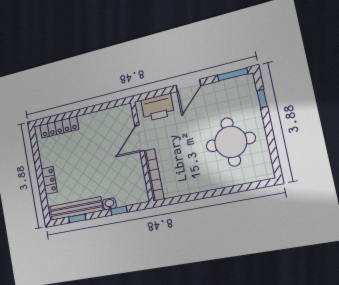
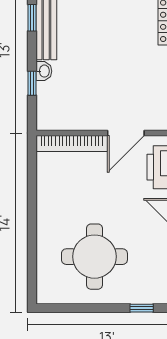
door: (140, 138) -> (126, 133), swing flipped

